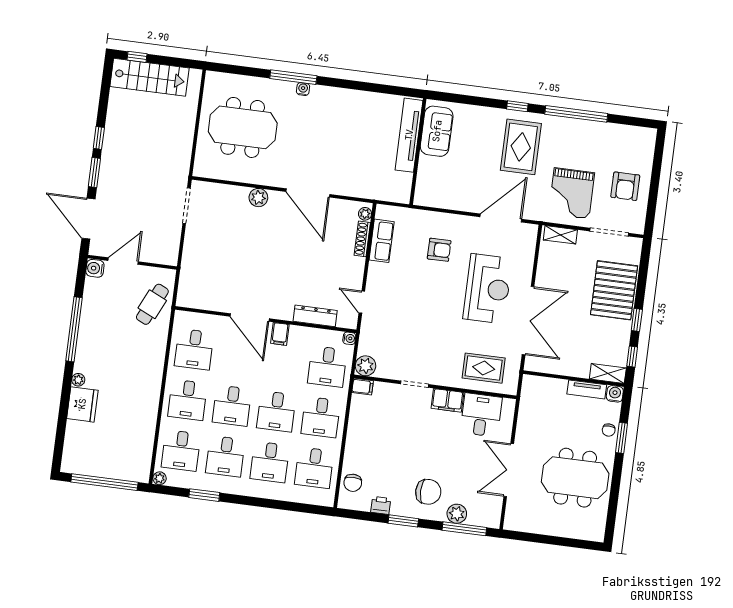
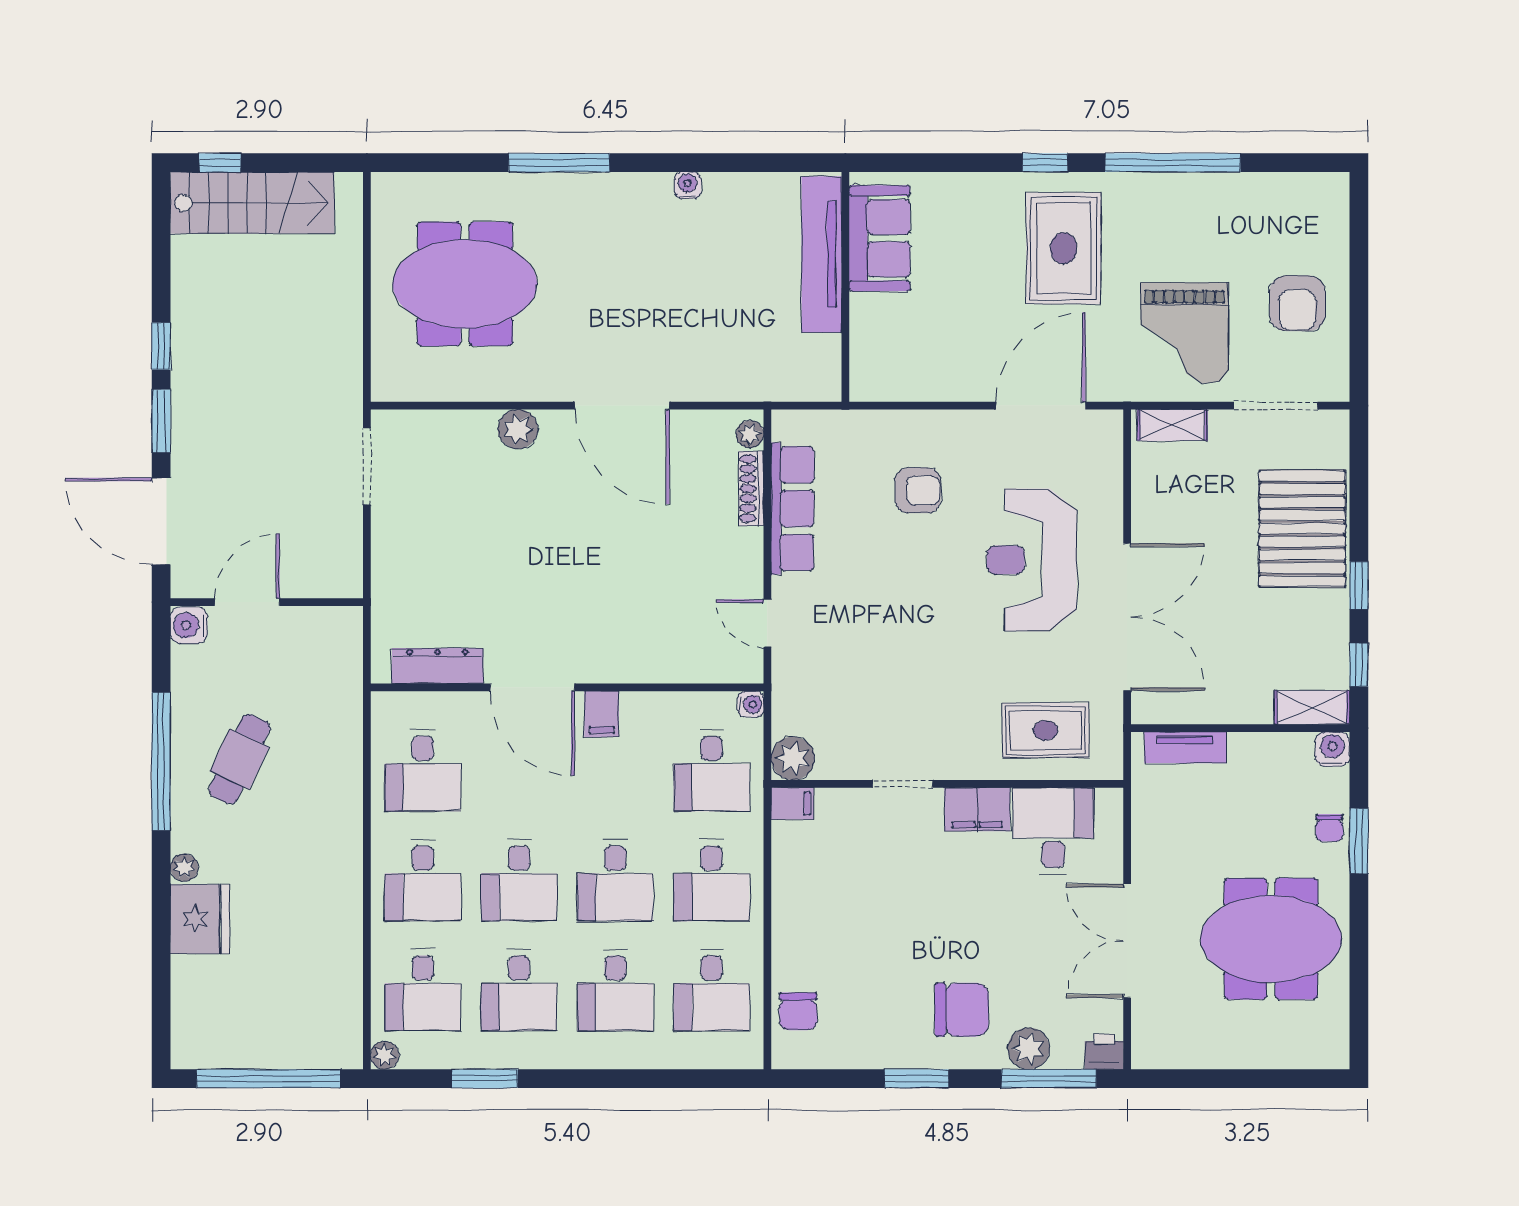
water cooler: (303, 89) -> (688, 185), moved
row of seats: (382, 241) -> (792, 509), width x1.48
reception desk: (488, 289) -> (1032, 560), turned 180
cafe table: (152, 304) -> (239, 759), moved
dresser: (315, 316) -> (437, 666), moved
tv unit: (587, 389) -> (1185, 748), moved
printer: (381, 505) -> (1104, 1052), moved

